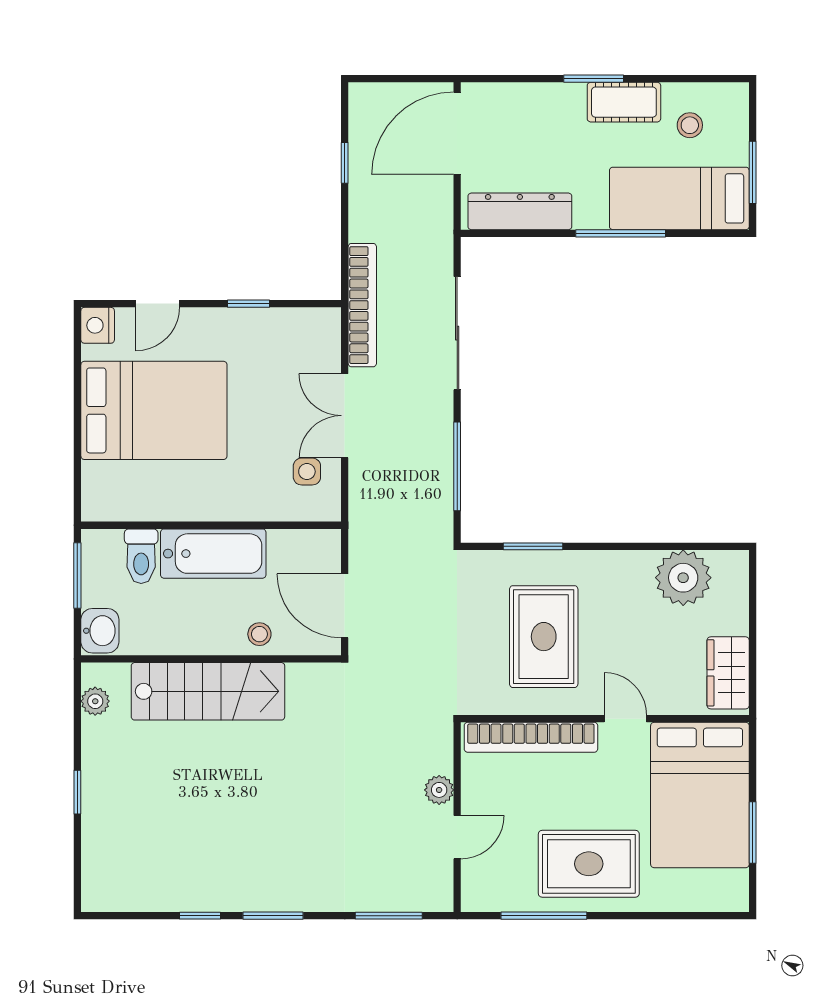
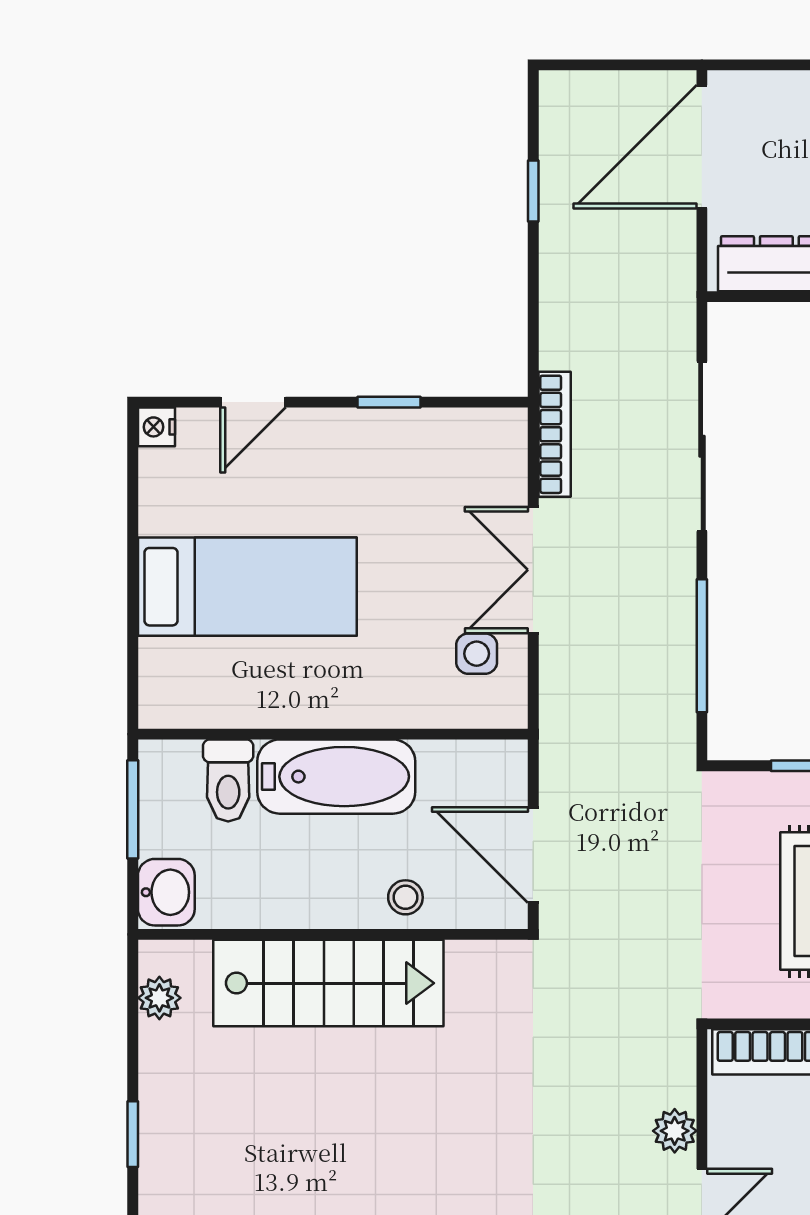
bookcase: (362, 305) -> (555, 434), width x0.68, depth x0.76
nightstand: (98, 325) -> (156, 427), width x0.72, depth x0.74
bed: (154, 410) -> (247, 587), width x0.67

